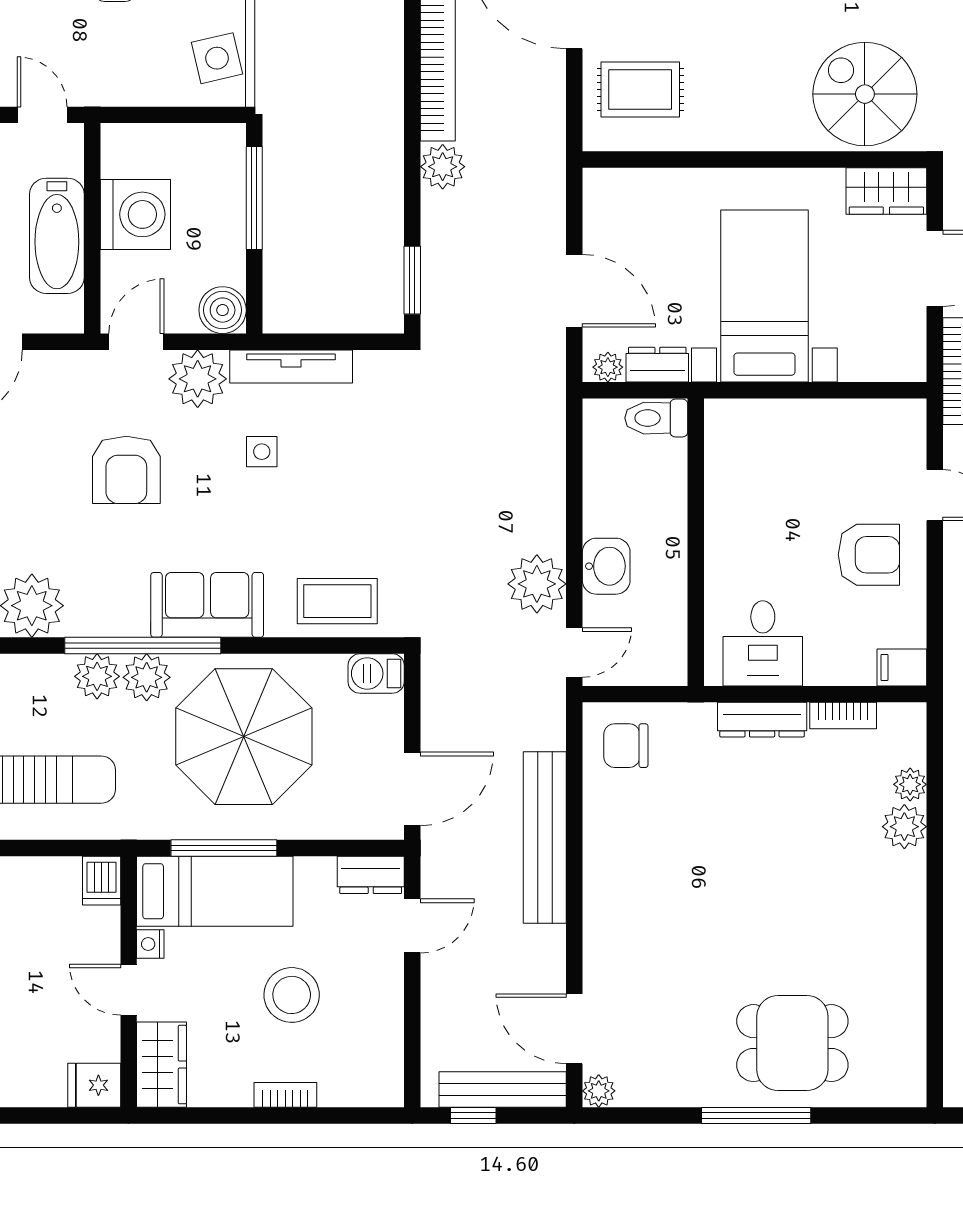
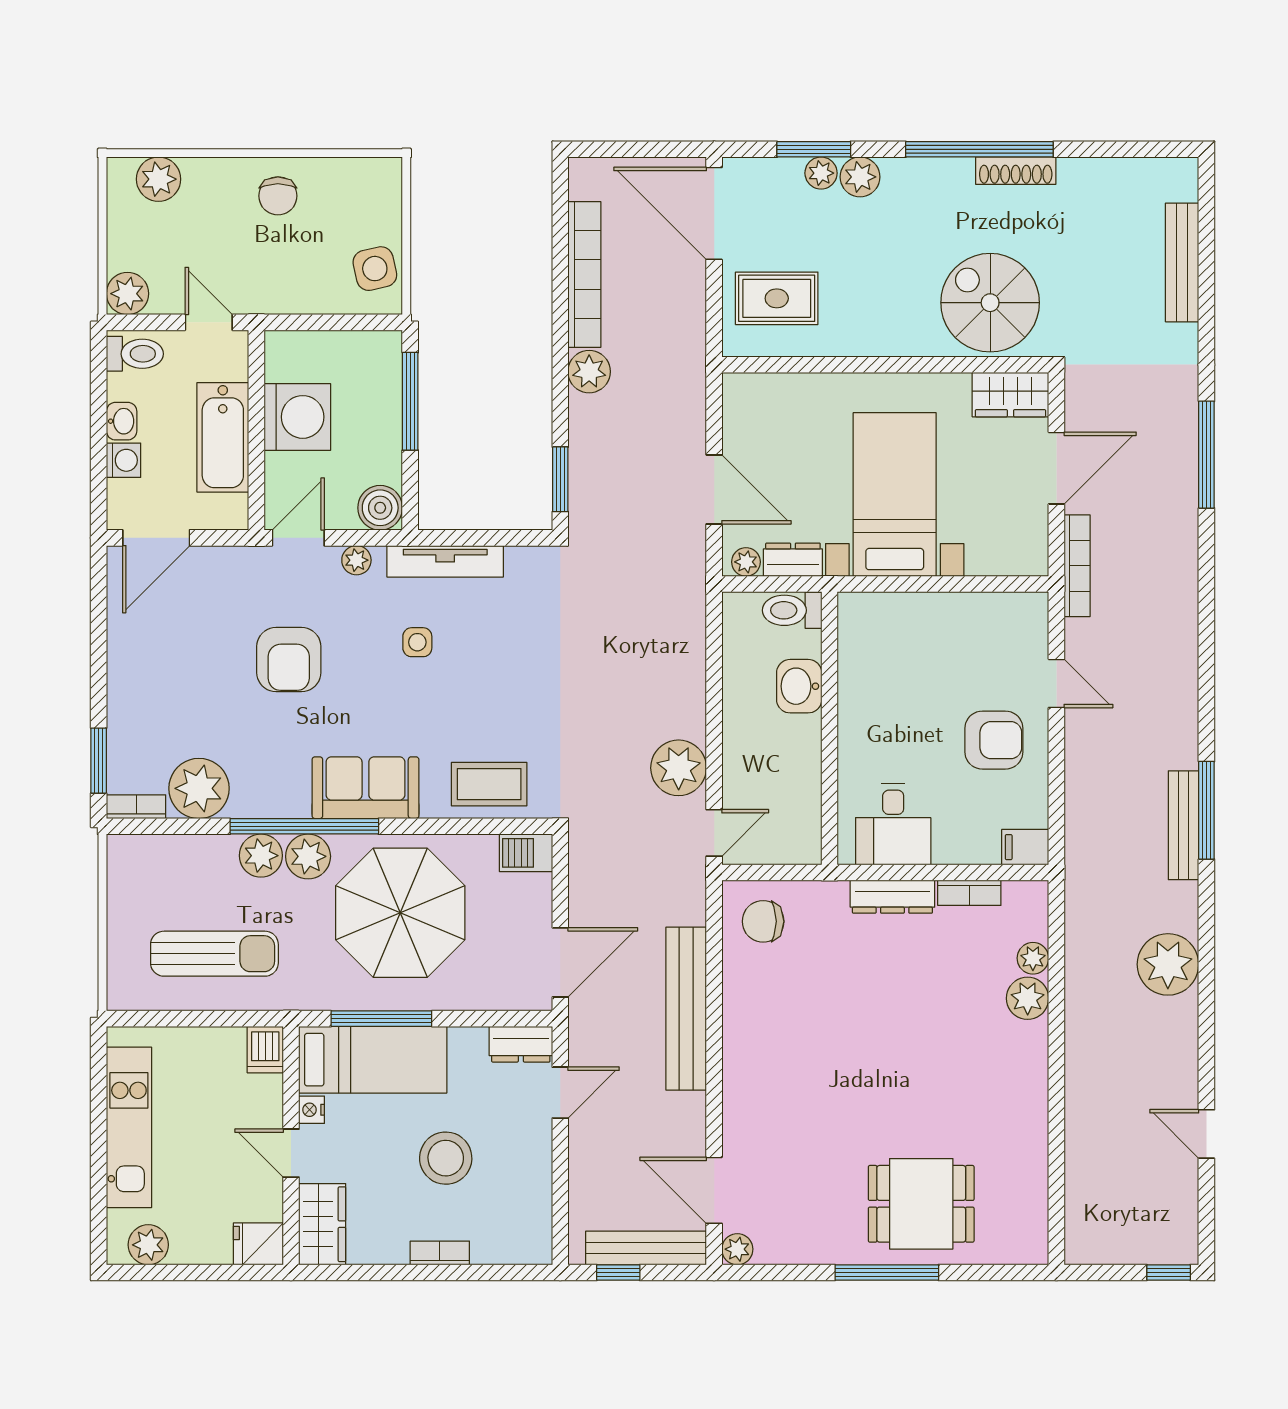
plant: (198, 379) -> (356, 560), width x0.53, depth x0.53
washbasin: (606, 566) -> (799, 686), moved, turned 180

